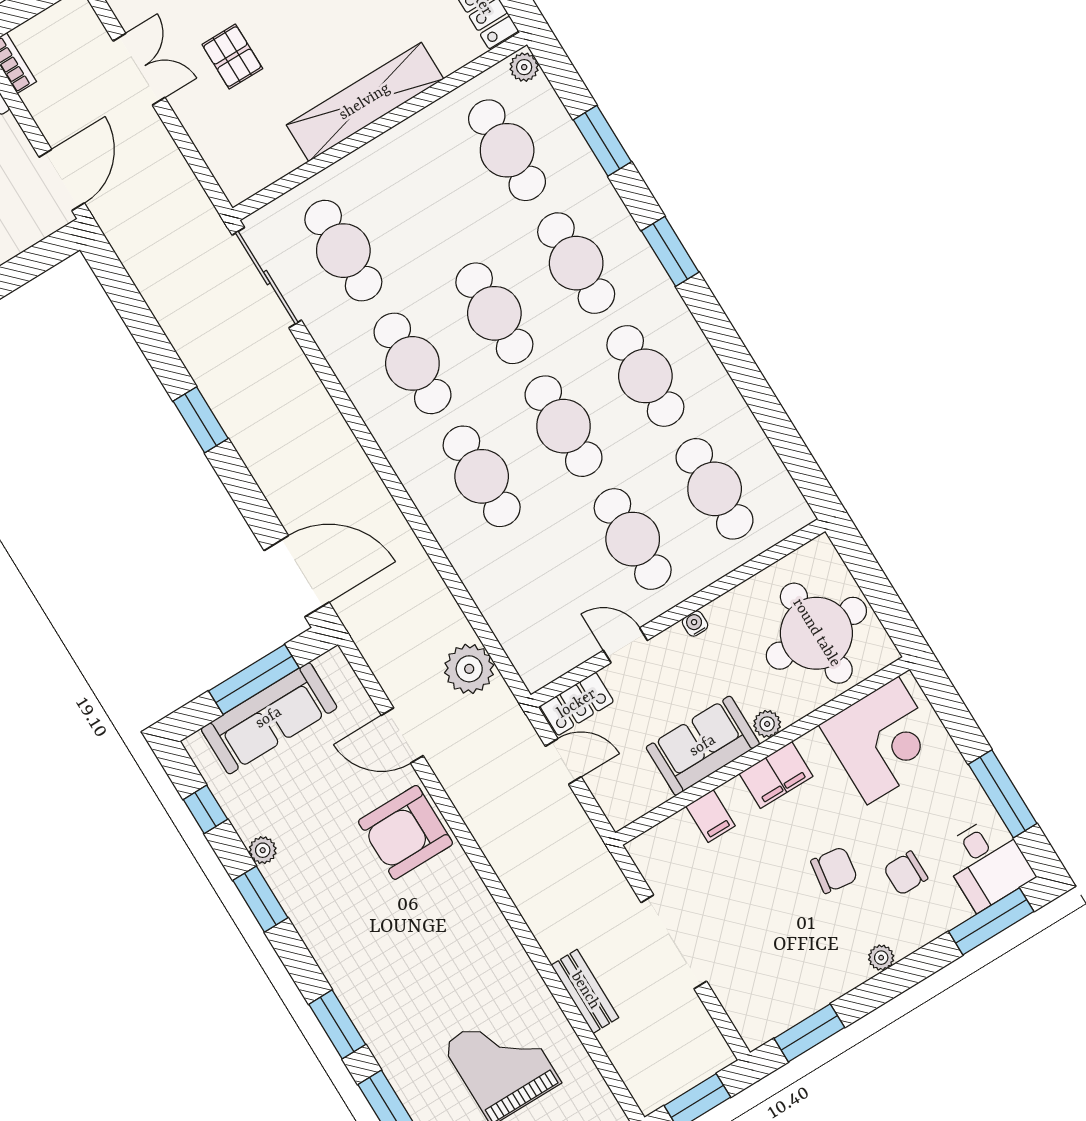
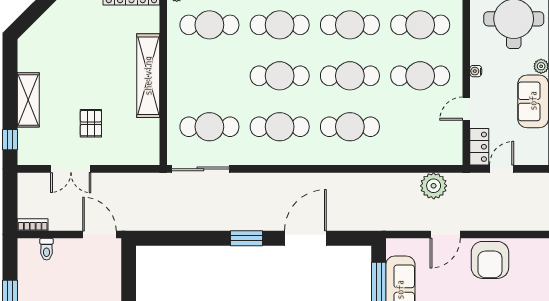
pallet: (232, 57) -> (91, 123), turned 90
double door: (139, 69) -> (71, 169), swing flipped
door: (297, 576) -> (305, 238), moved

